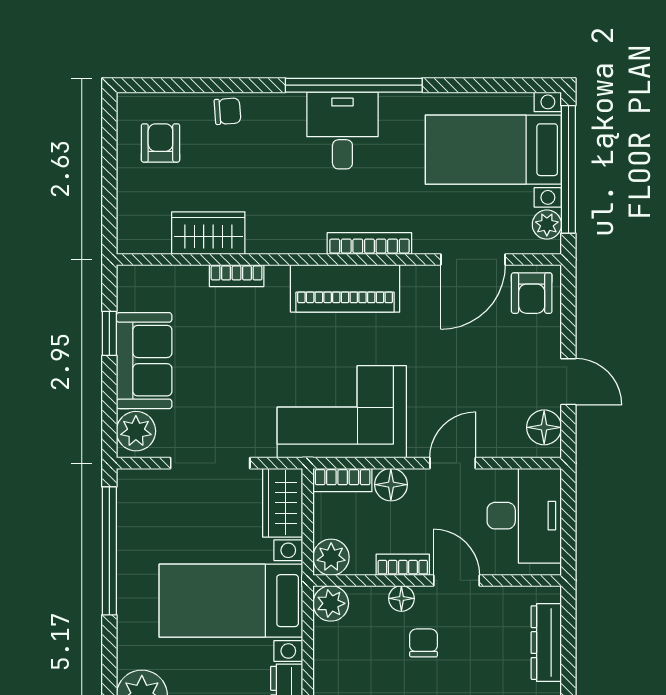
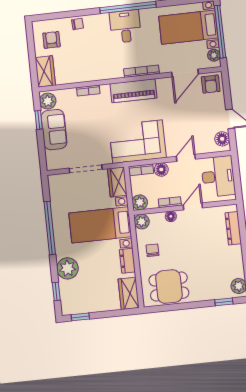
wardrobe: (208, 233) -> (45, 71), moved, turned 90
plant: (136, 431) -> (48, 101), moved
window: (109, 551) -> (50, 228), moved
door: (456, 580) -> (193, 206), hinge flipped
chair: (424, 643) -> (153, 250), moved

